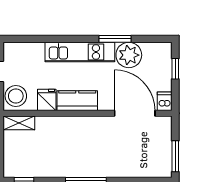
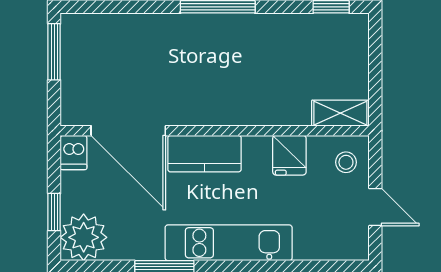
plant: (129, 55) -> (84, 237), moved
stool: (16, 96) -> (346, 162), width x0.53, depth x0.53
kitchen counter: (77, 101) -> (204, 154), moved

